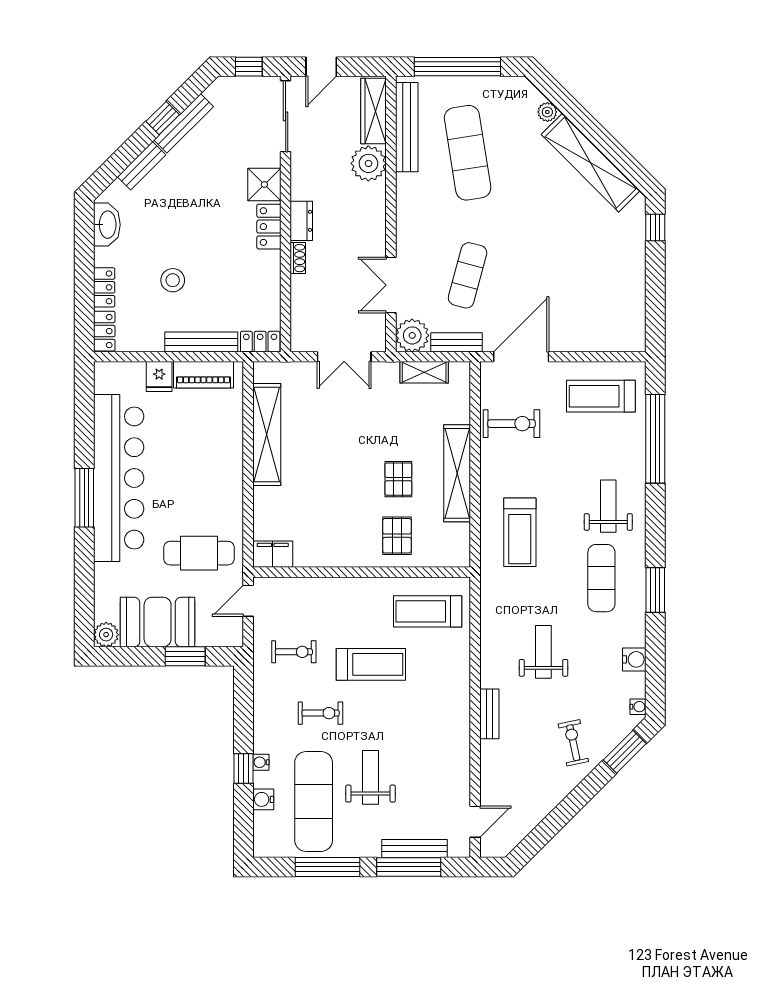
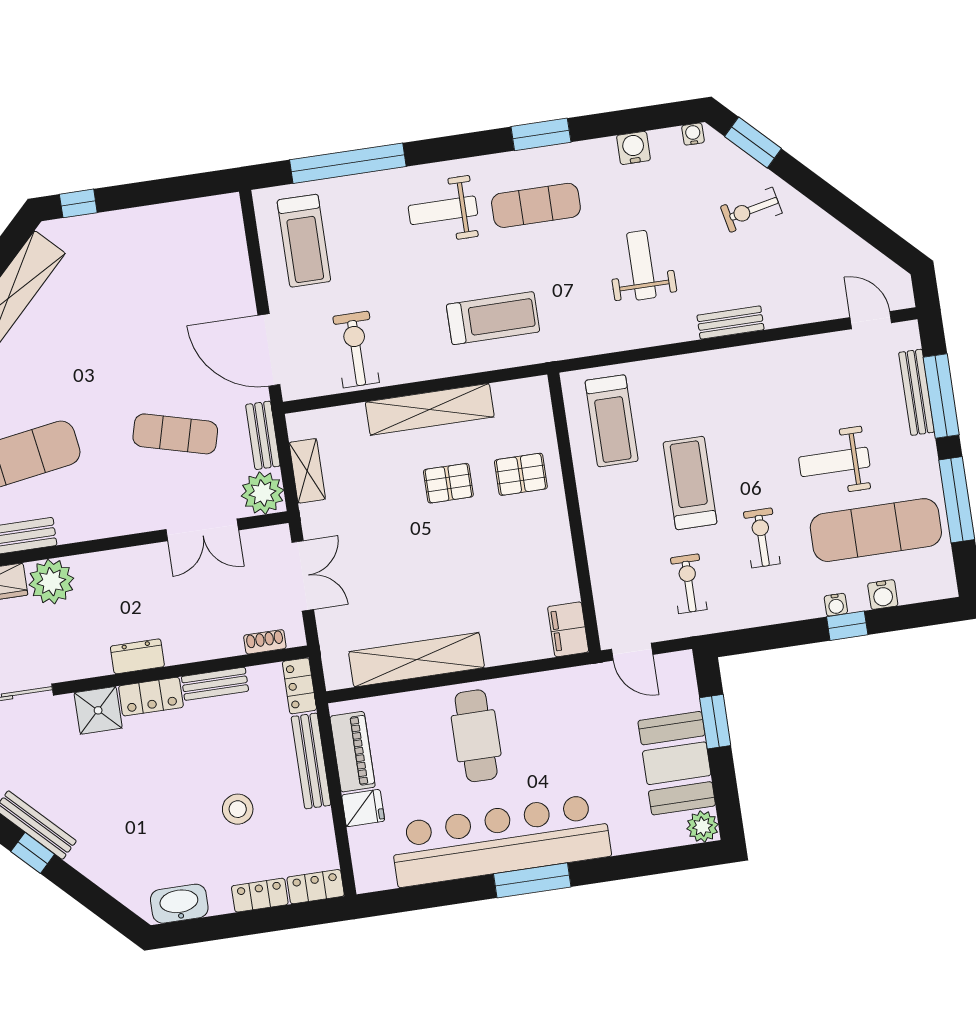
bench: (142, 166) -> (215, 684), moved, turned -45
shoe rack: (298, 258) -> (265, 642), moved
cafe table: (199, 553) -> (476, 736), moved
weight bench: (543, 652) -> (641, 265), turned 90

